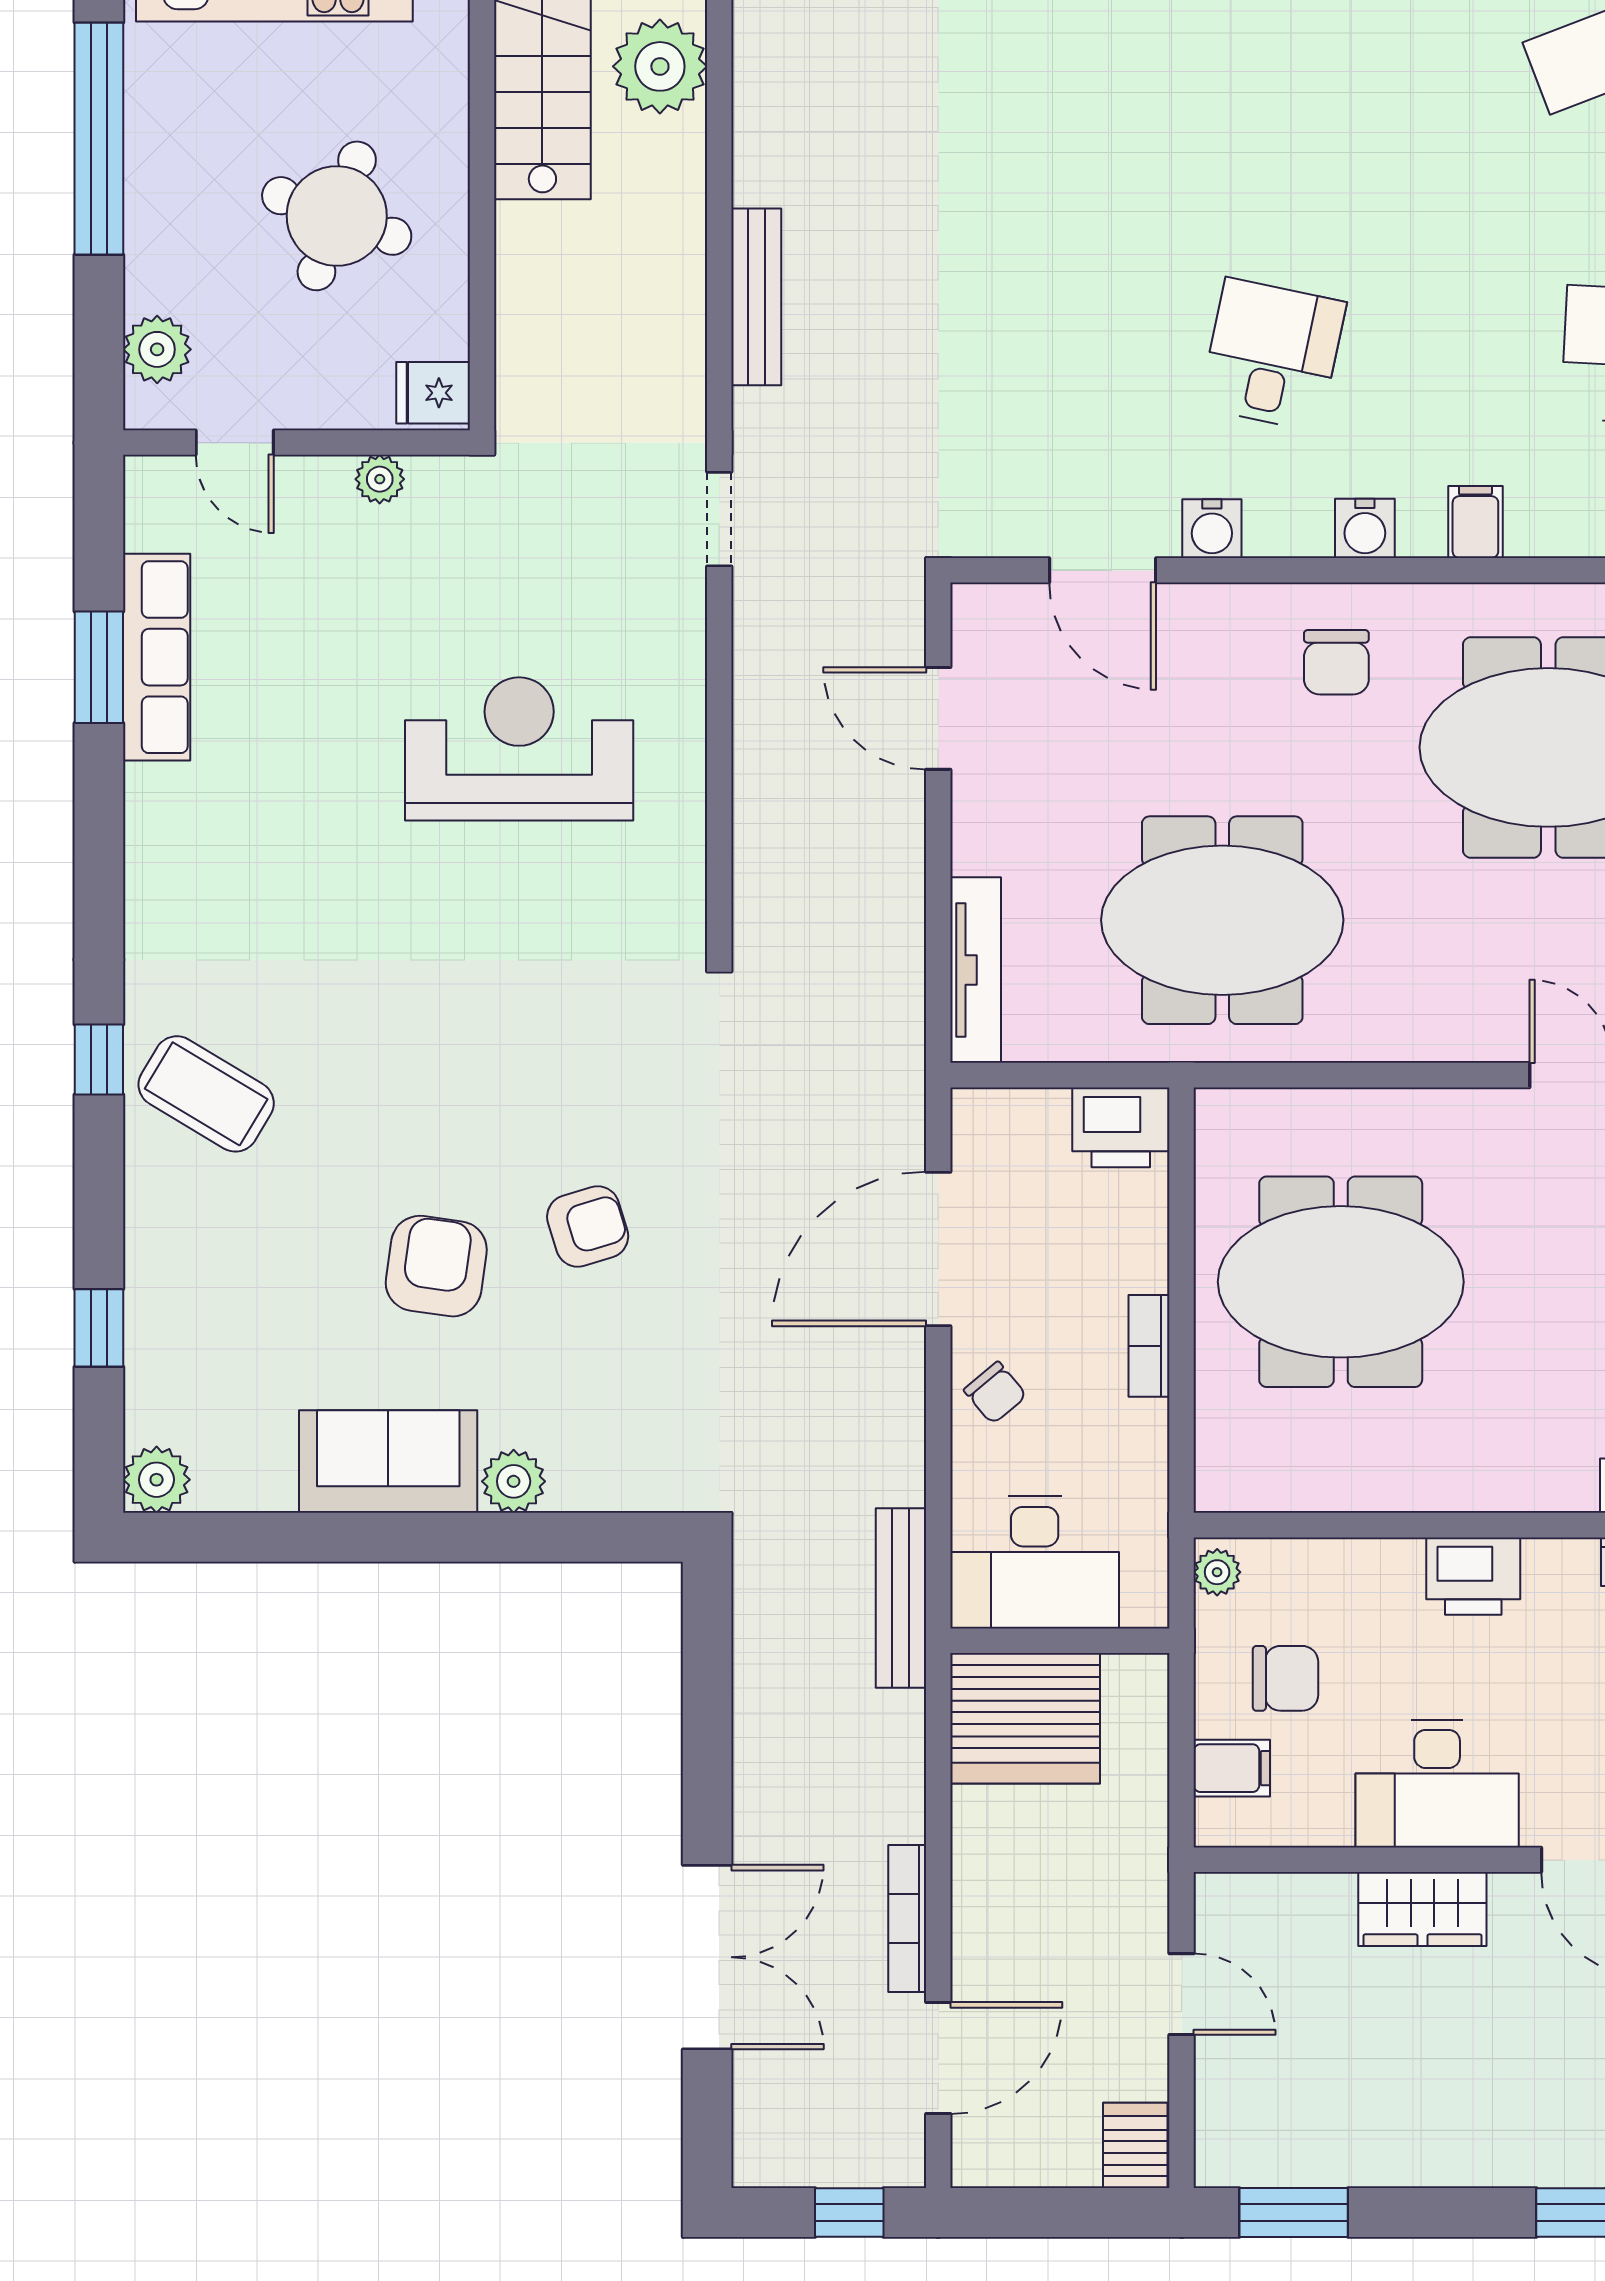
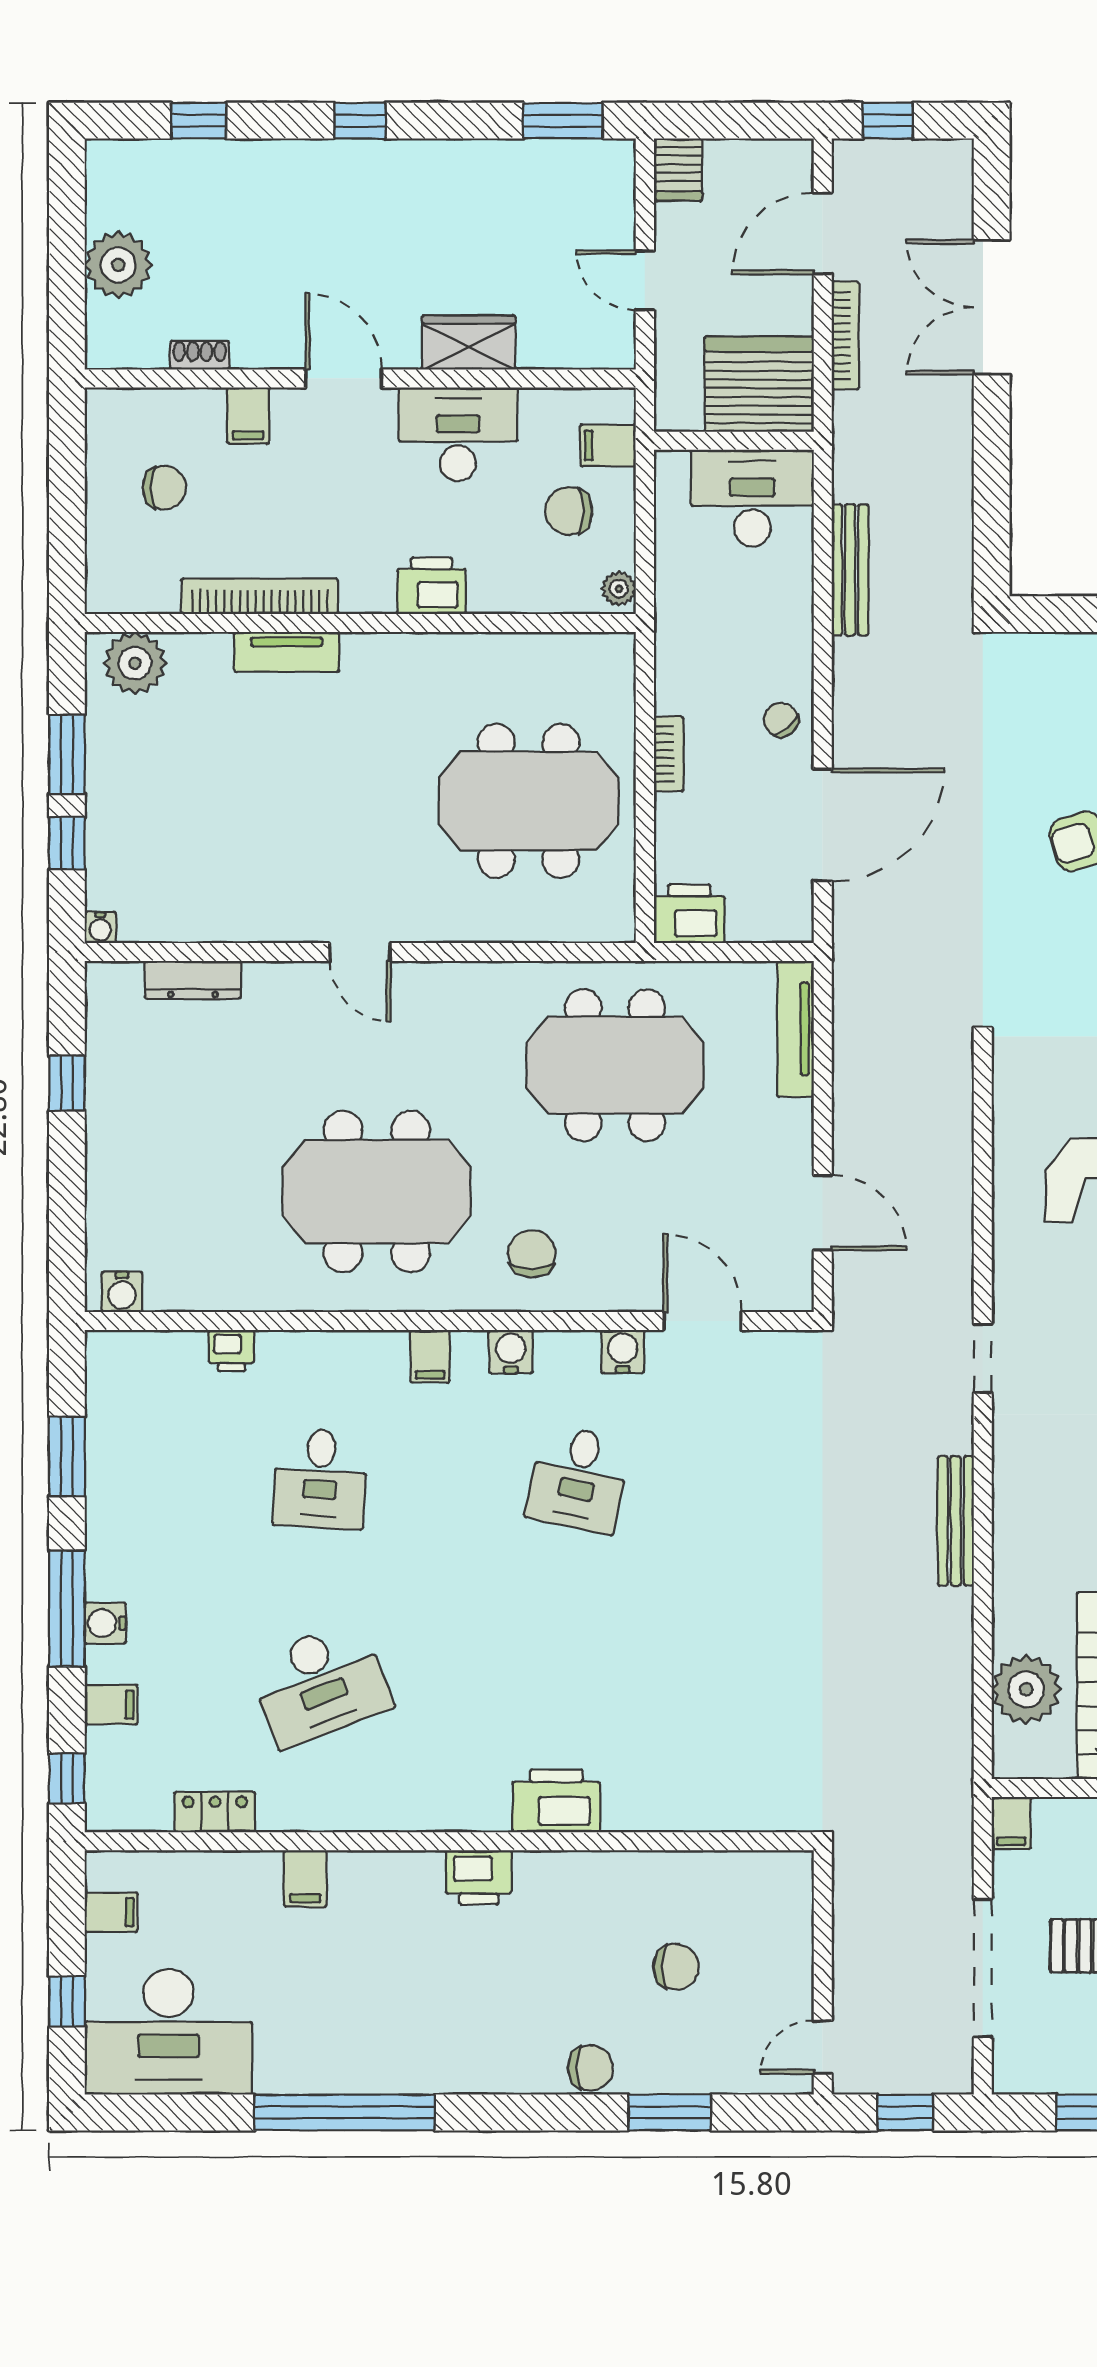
desk: (1035, 1562) -> (752, 498), moved
wall: (1060, 1641) -> (734, 441), moved
server rack: (1025, 1718) -> (759, 384), moved

